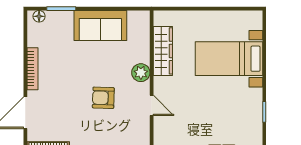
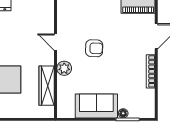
floor lamp: (39, 16) -> (123, 113), moved

